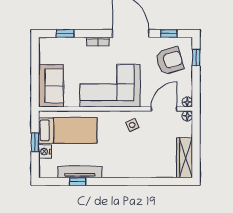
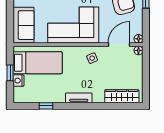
wardrobe: (185, 158) -> (122, 96), moved, turned 90
tv unit: (80, 172) -> (79, 98), moved, width x0.71

